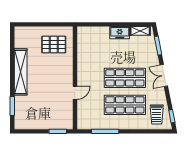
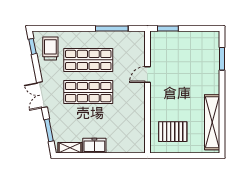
shelving: (21, 72) -> (212, 122), moved
double door: (164, 75) -> (42, 95), swing flipped

